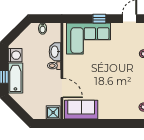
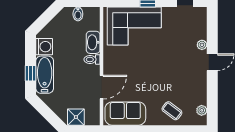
door: (62, 88) -> (102, 87), hinge flipped
coffee table: (119, 107) -> (172, 111), added
shower: (53, 112) -> (76, 117), moved

